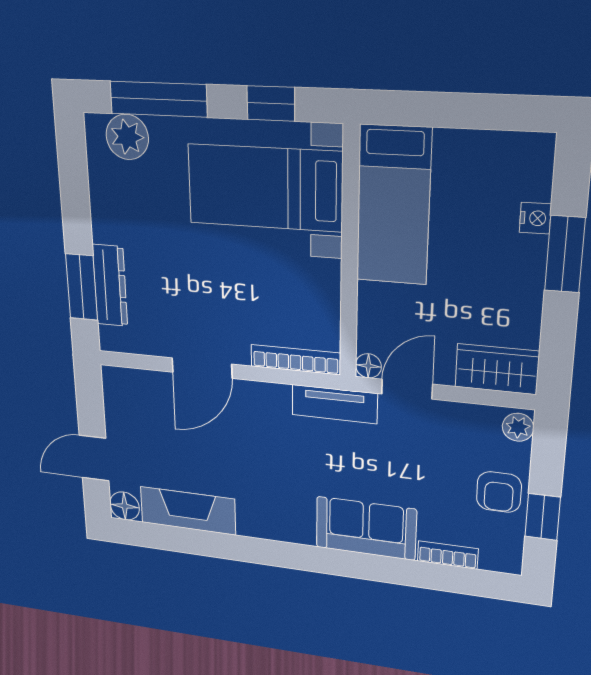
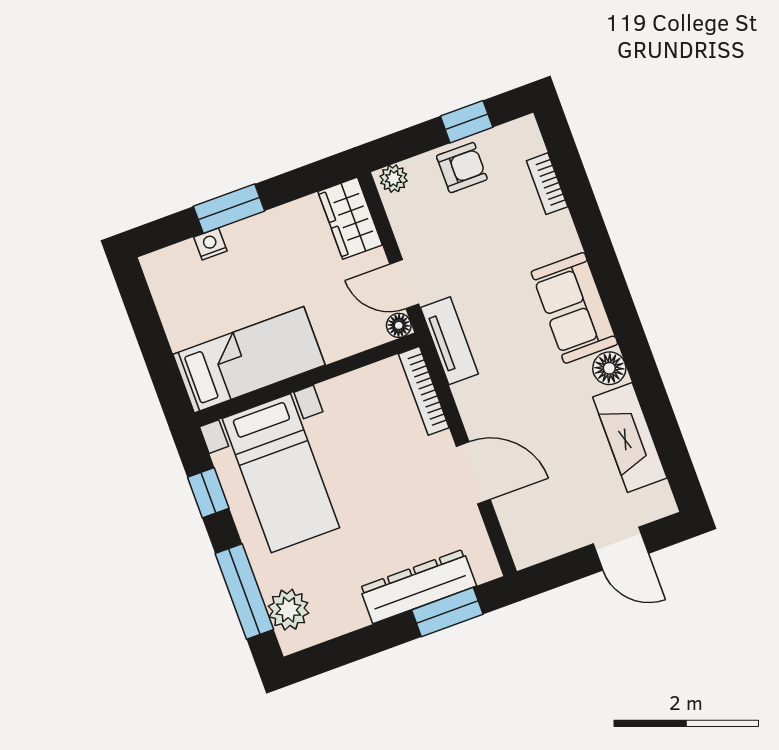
dresser: (110, 286) -> (418, 587), width x1.37, depth x1.24
floor lamp: (125, 506) -> (609, 368), moved
sofa: (366, 528) -> (574, 308), moved

